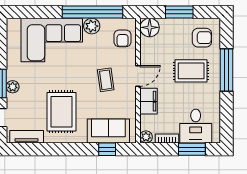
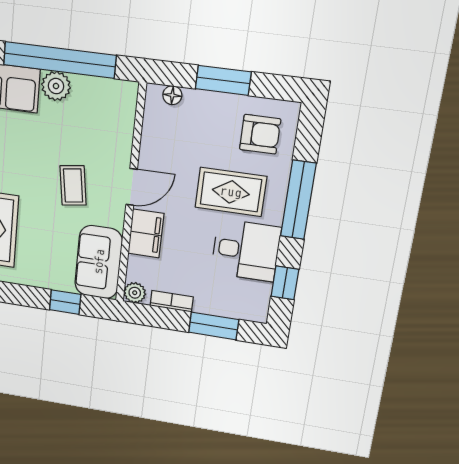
floor lamp: (150, 27) -> (172, 95), width x0.53, depth x0.53
armchair: (123, 38) -> (110, 116), removed
window: (227, 117) -> (285, 283), added
desk: (196, 126) -> (246, 250), moved, turned -90
sofa: (108, 131) -> (99, 262), moved, turned -90

